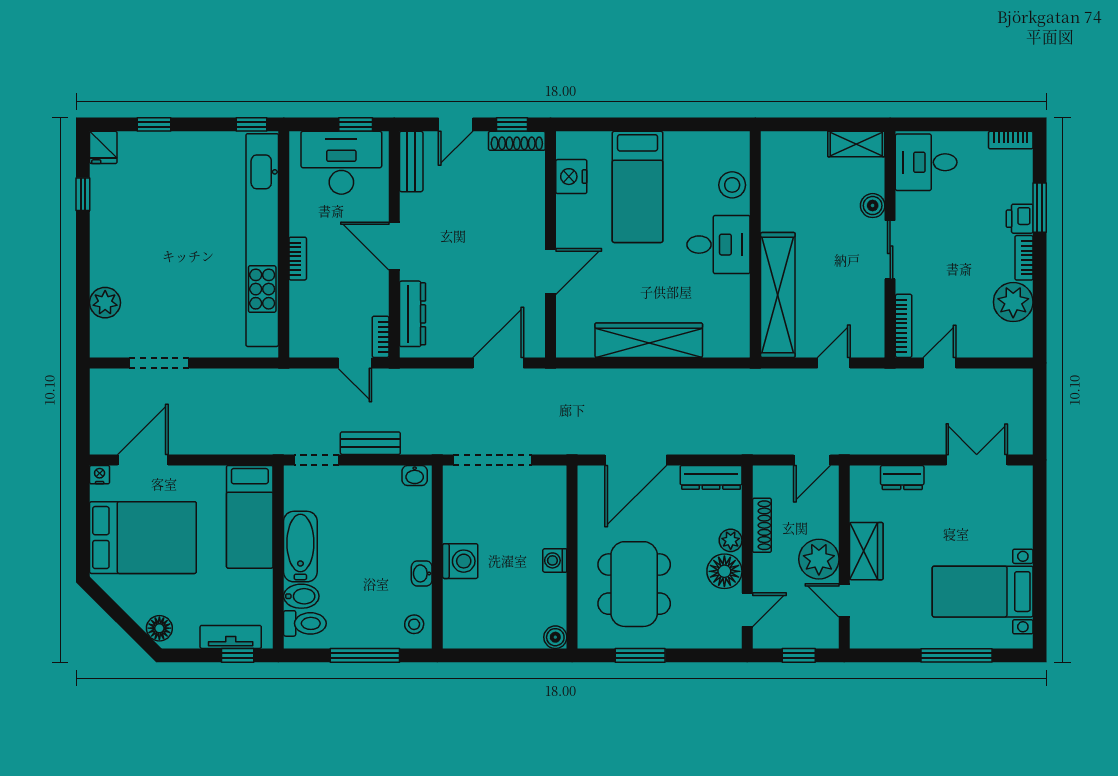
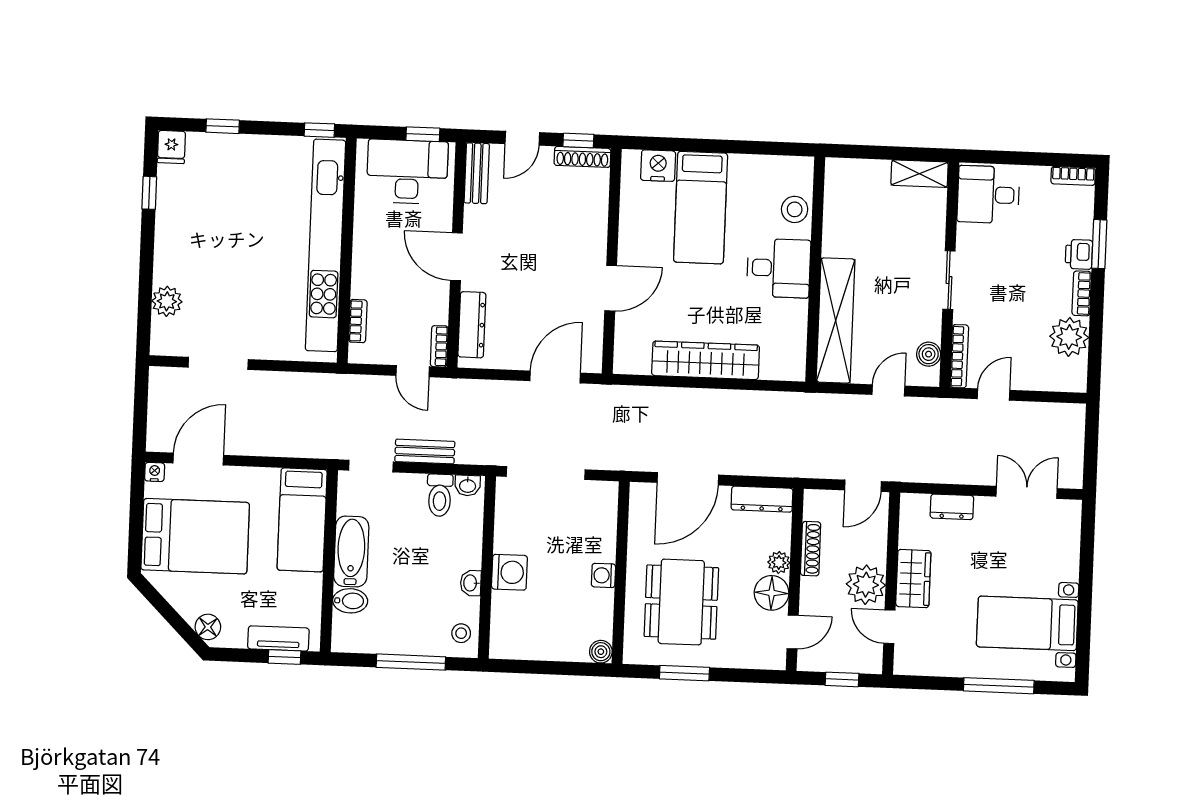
nightstand: (571, 177) -> (658, 166), moved, turned 90
boiler: (873, 206) -> (929, 354), moved
bookcase: (298, 259) -> (358, 321), moved
toilet: (305, 623) -> (440, 495), moved, turned 90

